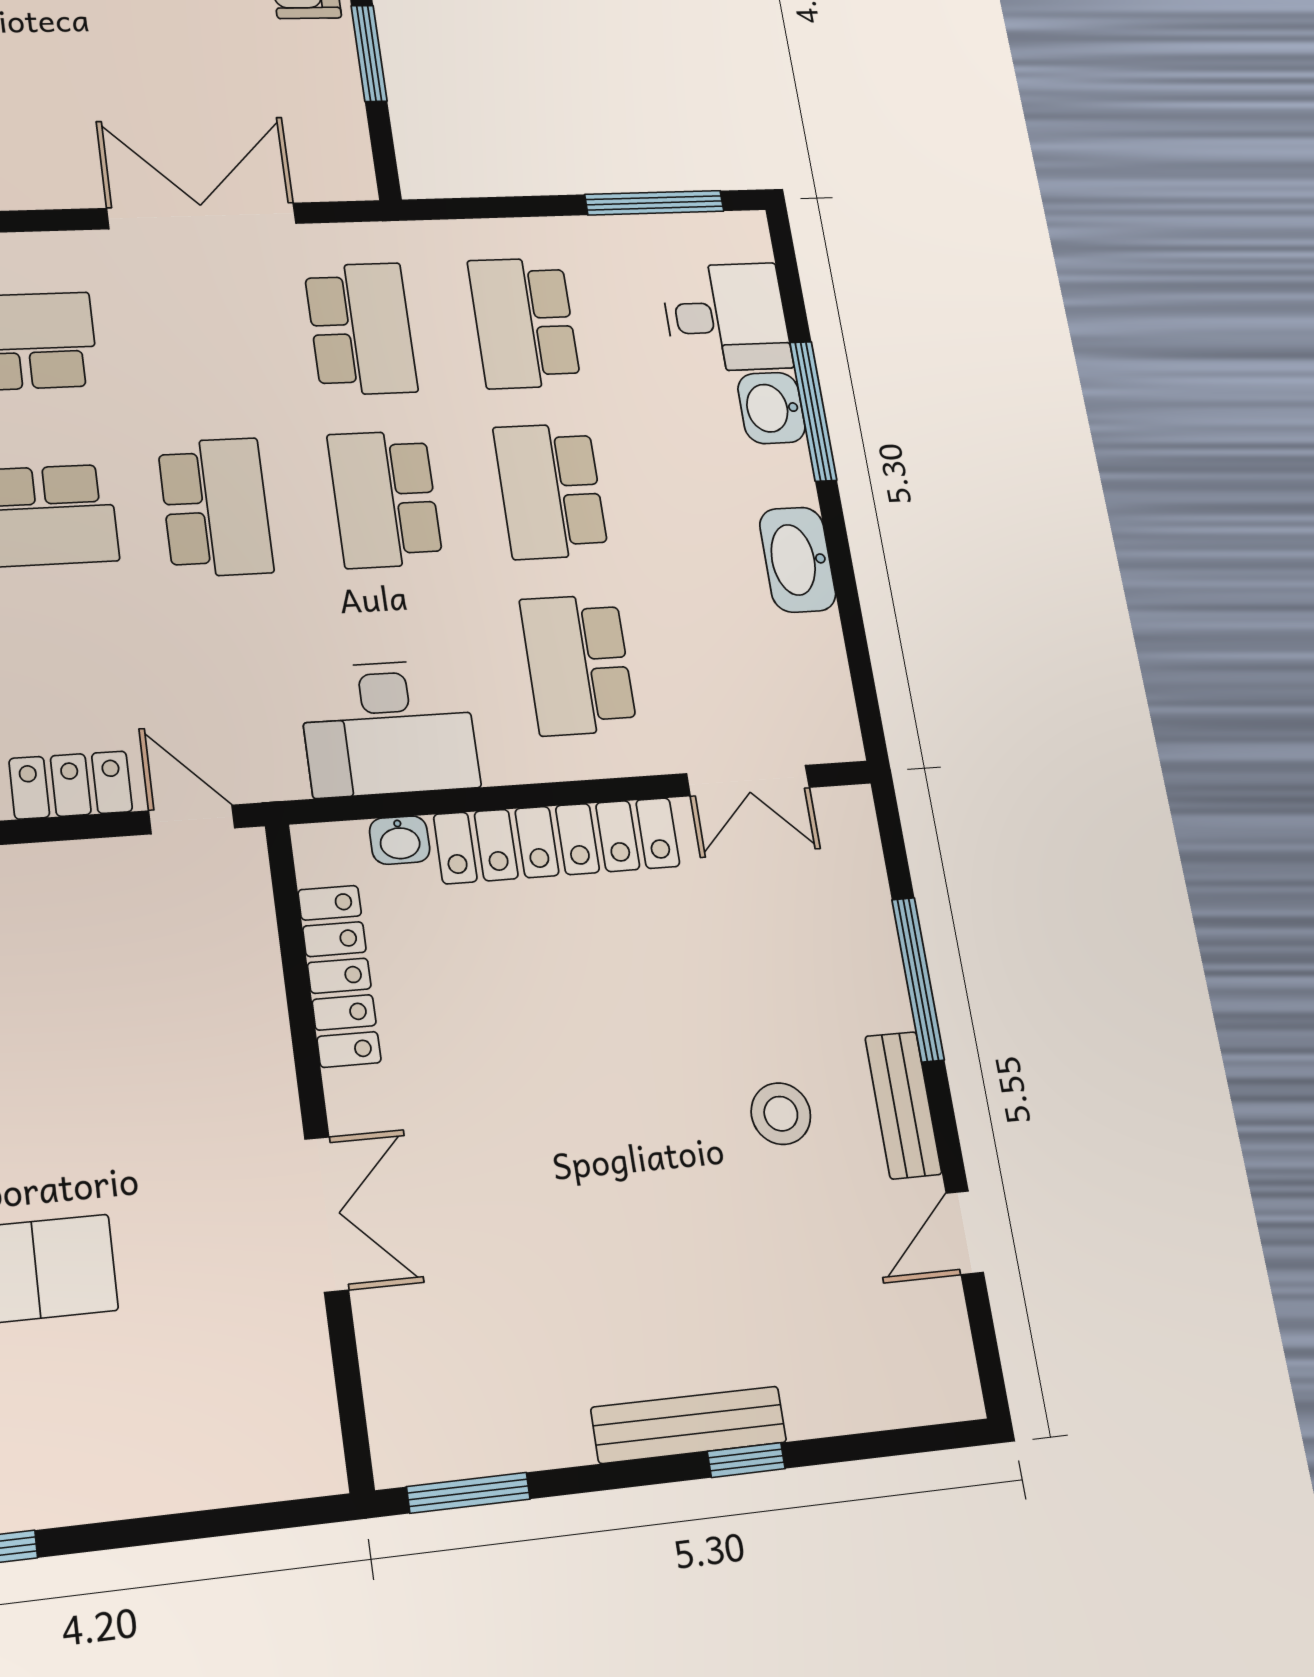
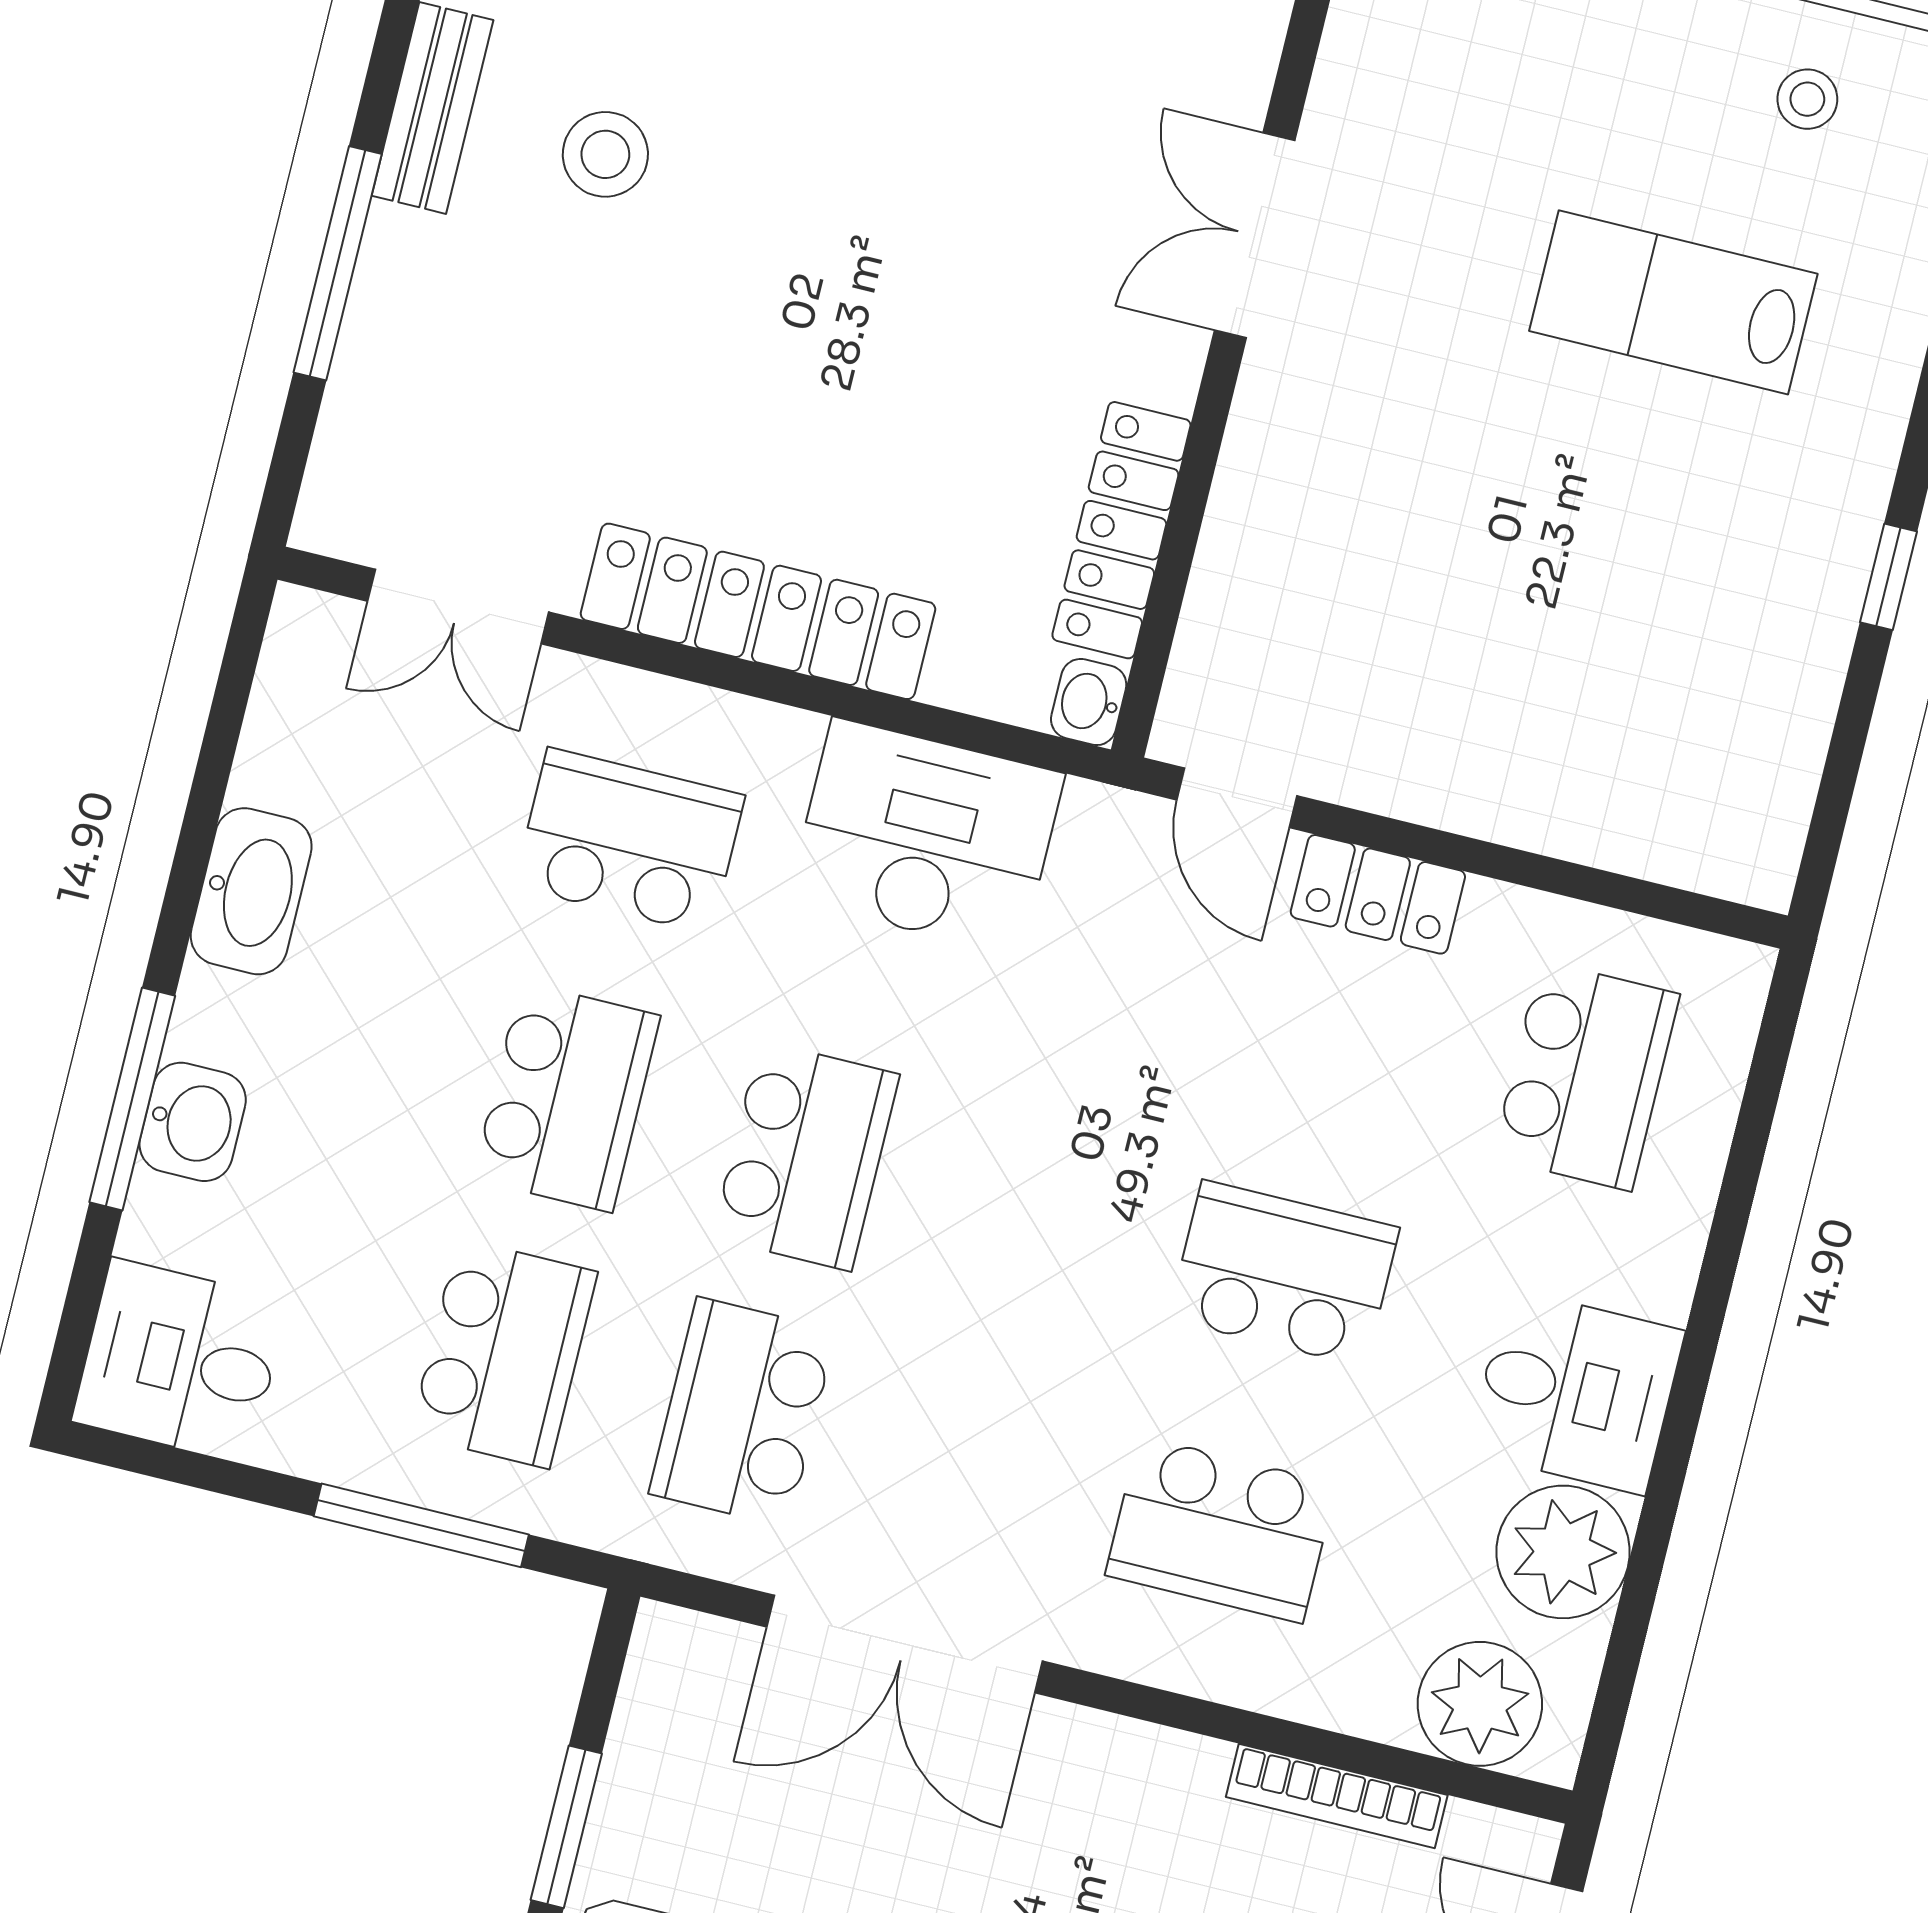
window: (654, 203) -> (421, 1525), moved
desk: (726, 317) -> (180, 1361), moved
school desk: (215, 507) -> (1045, 1215), removed
school desk: (578, 665) -> (629, 841), turned -90
double door: (748, 781) -> (458, 607), swing flipped
washbasin: (400, 840) -> (1089, 702), moved, turned -90

